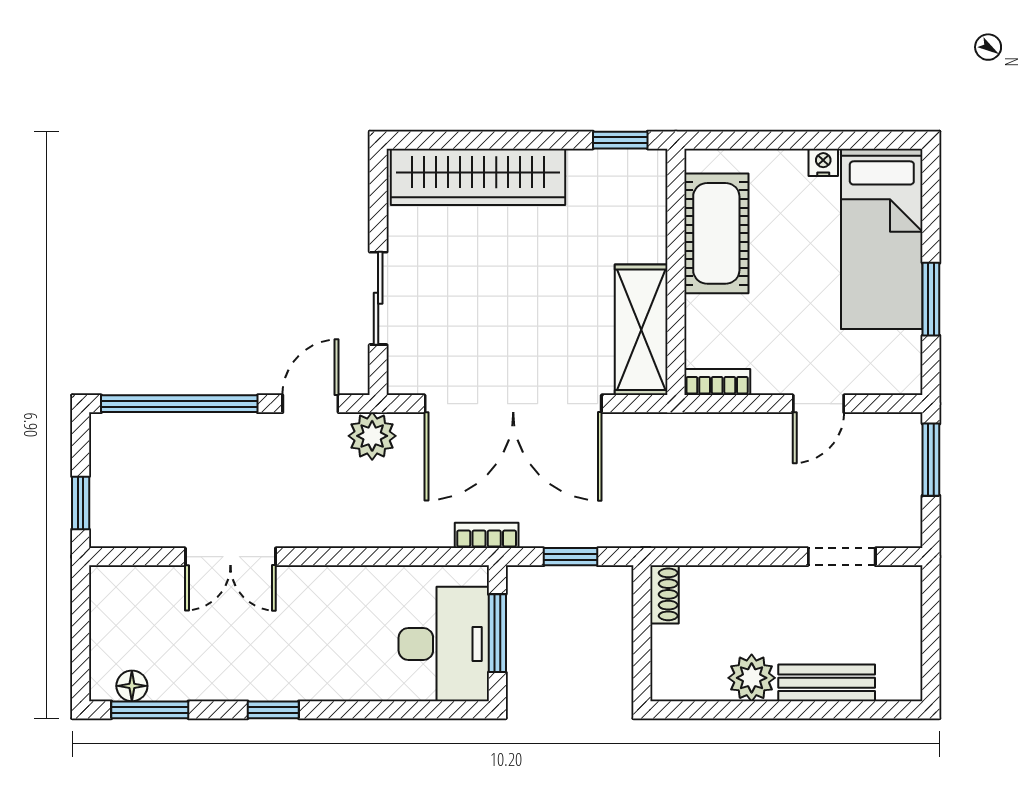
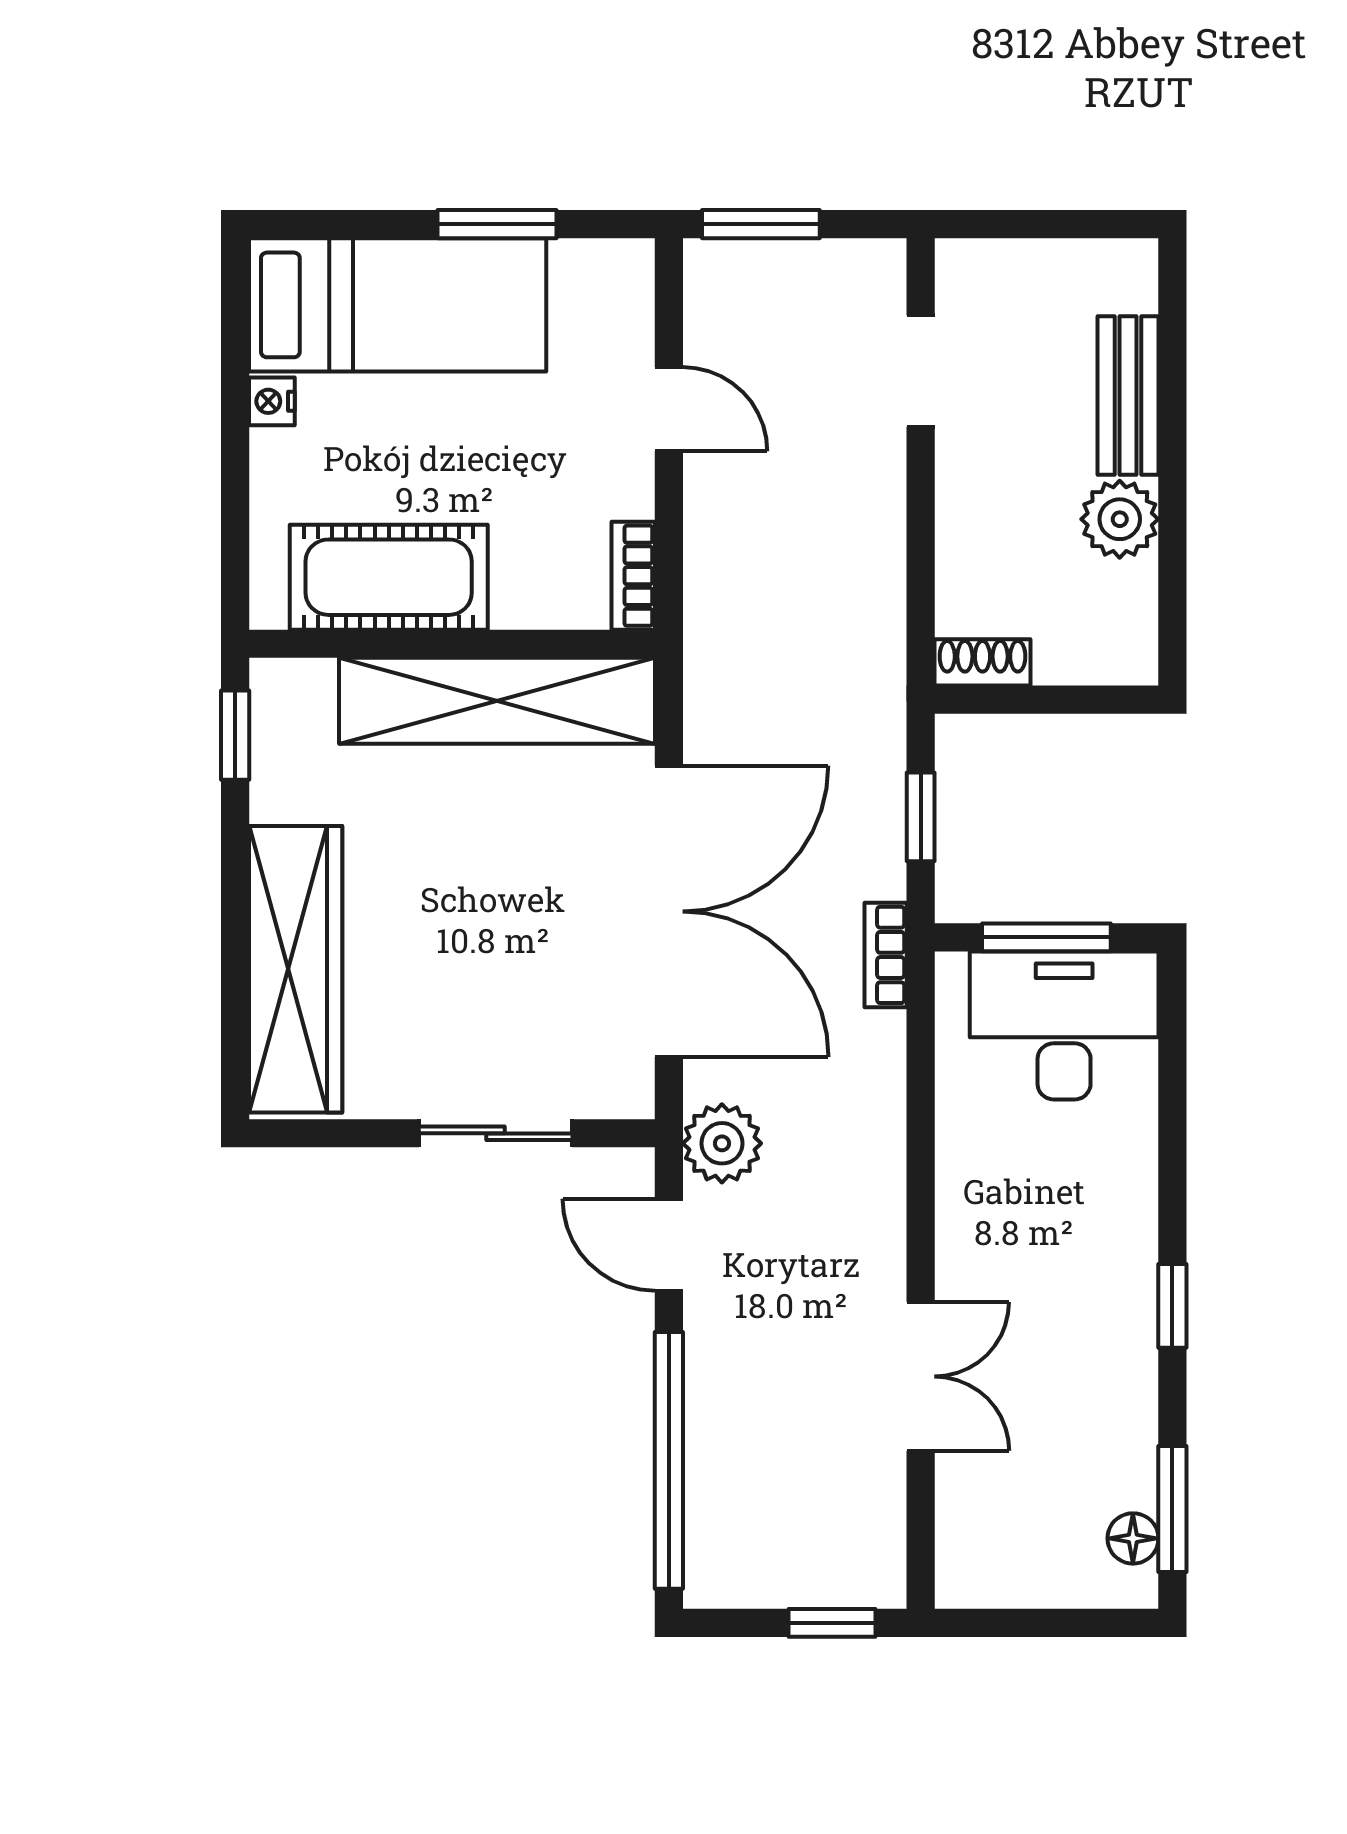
shelving: (641, 330) -> (497, 701), width x1.47

